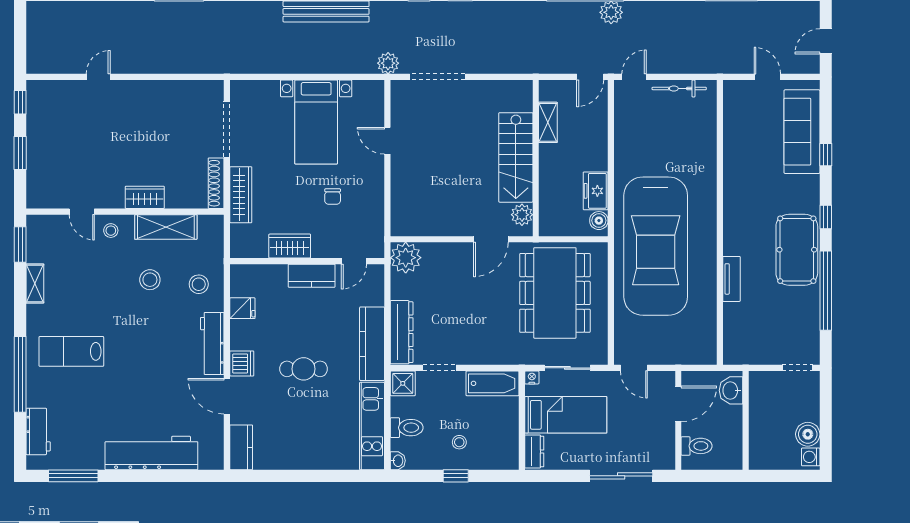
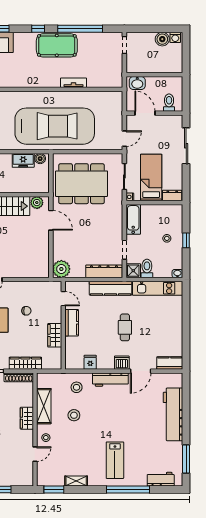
toilet: (407, 428) -> (147, 268), moved

